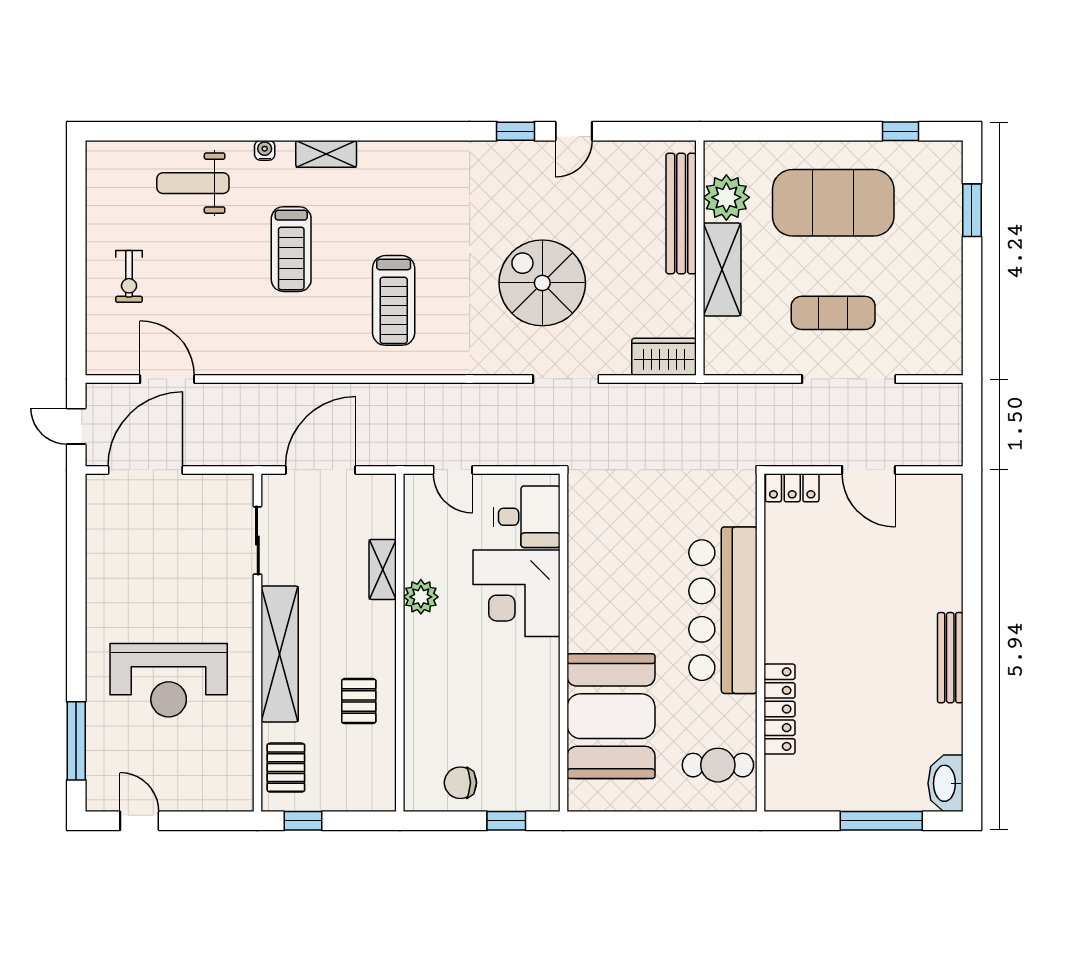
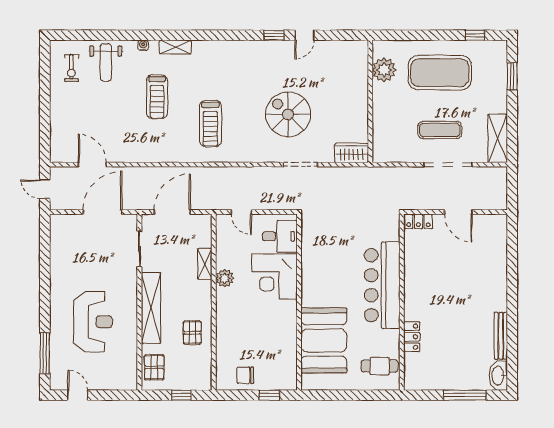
weight bench: (193, 183) -> (106, 62), turned -90
bench: (681, 214) -> (360, 78), removed
shelving: (722, 269) -> (498, 138), moved
exercise bike: (129, 276) -> (71, 68), moved
door: (145, 470) -> (103, 212), moved
bench: (950, 658) -> (501, 336), moved
reception desk: (169, 680) -> (93, 322), turned -90
locker: (780, 709) -> (412, 337), width x0.66
window: (303, 821) -> (181, 395), moved

